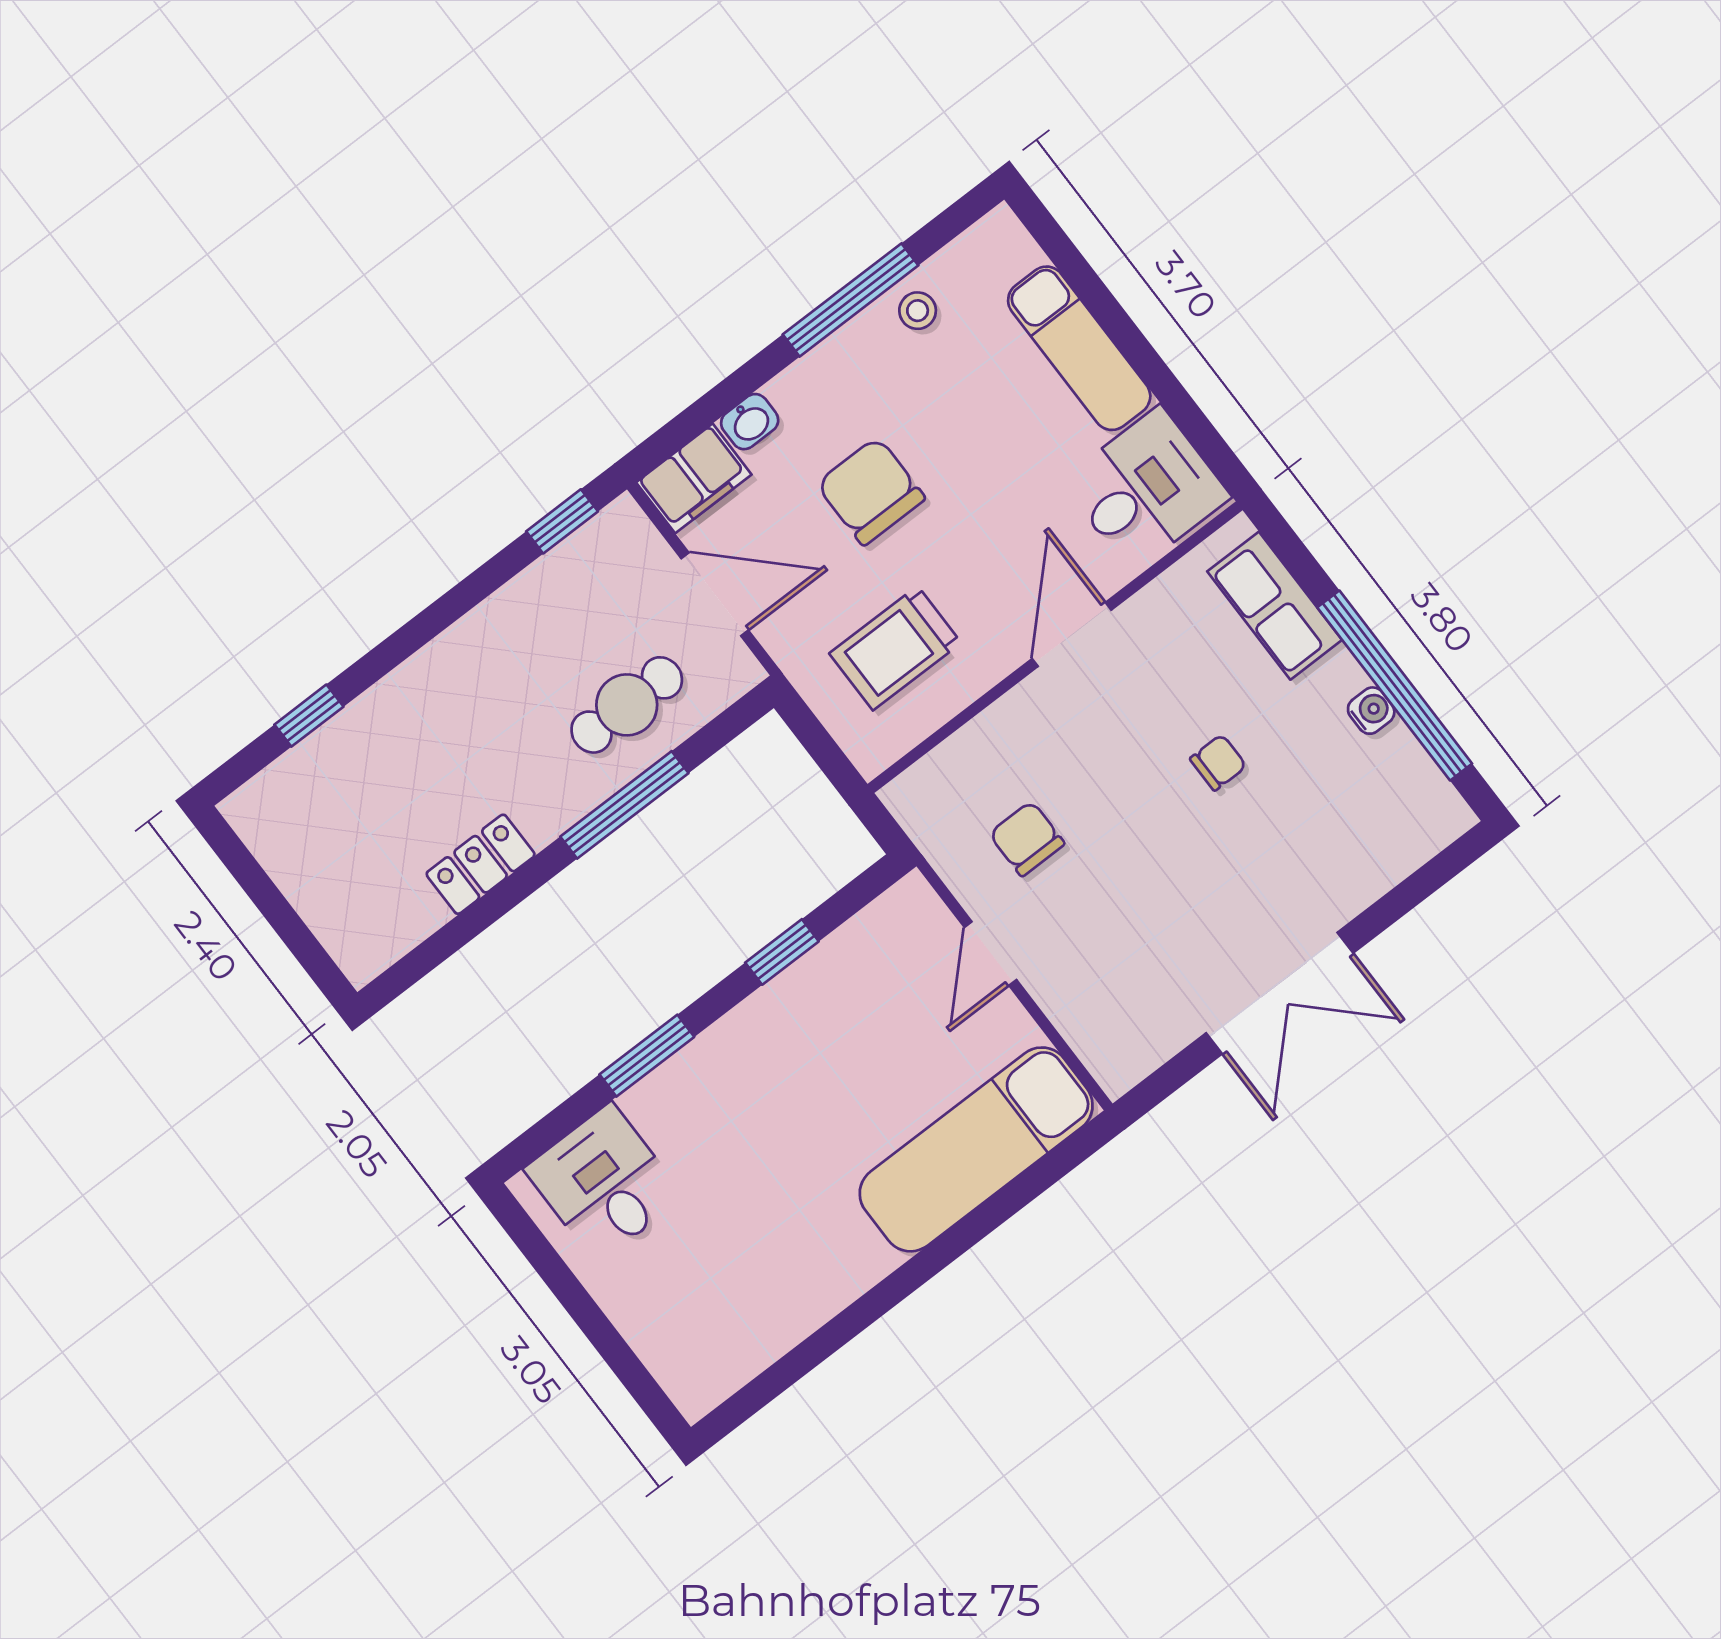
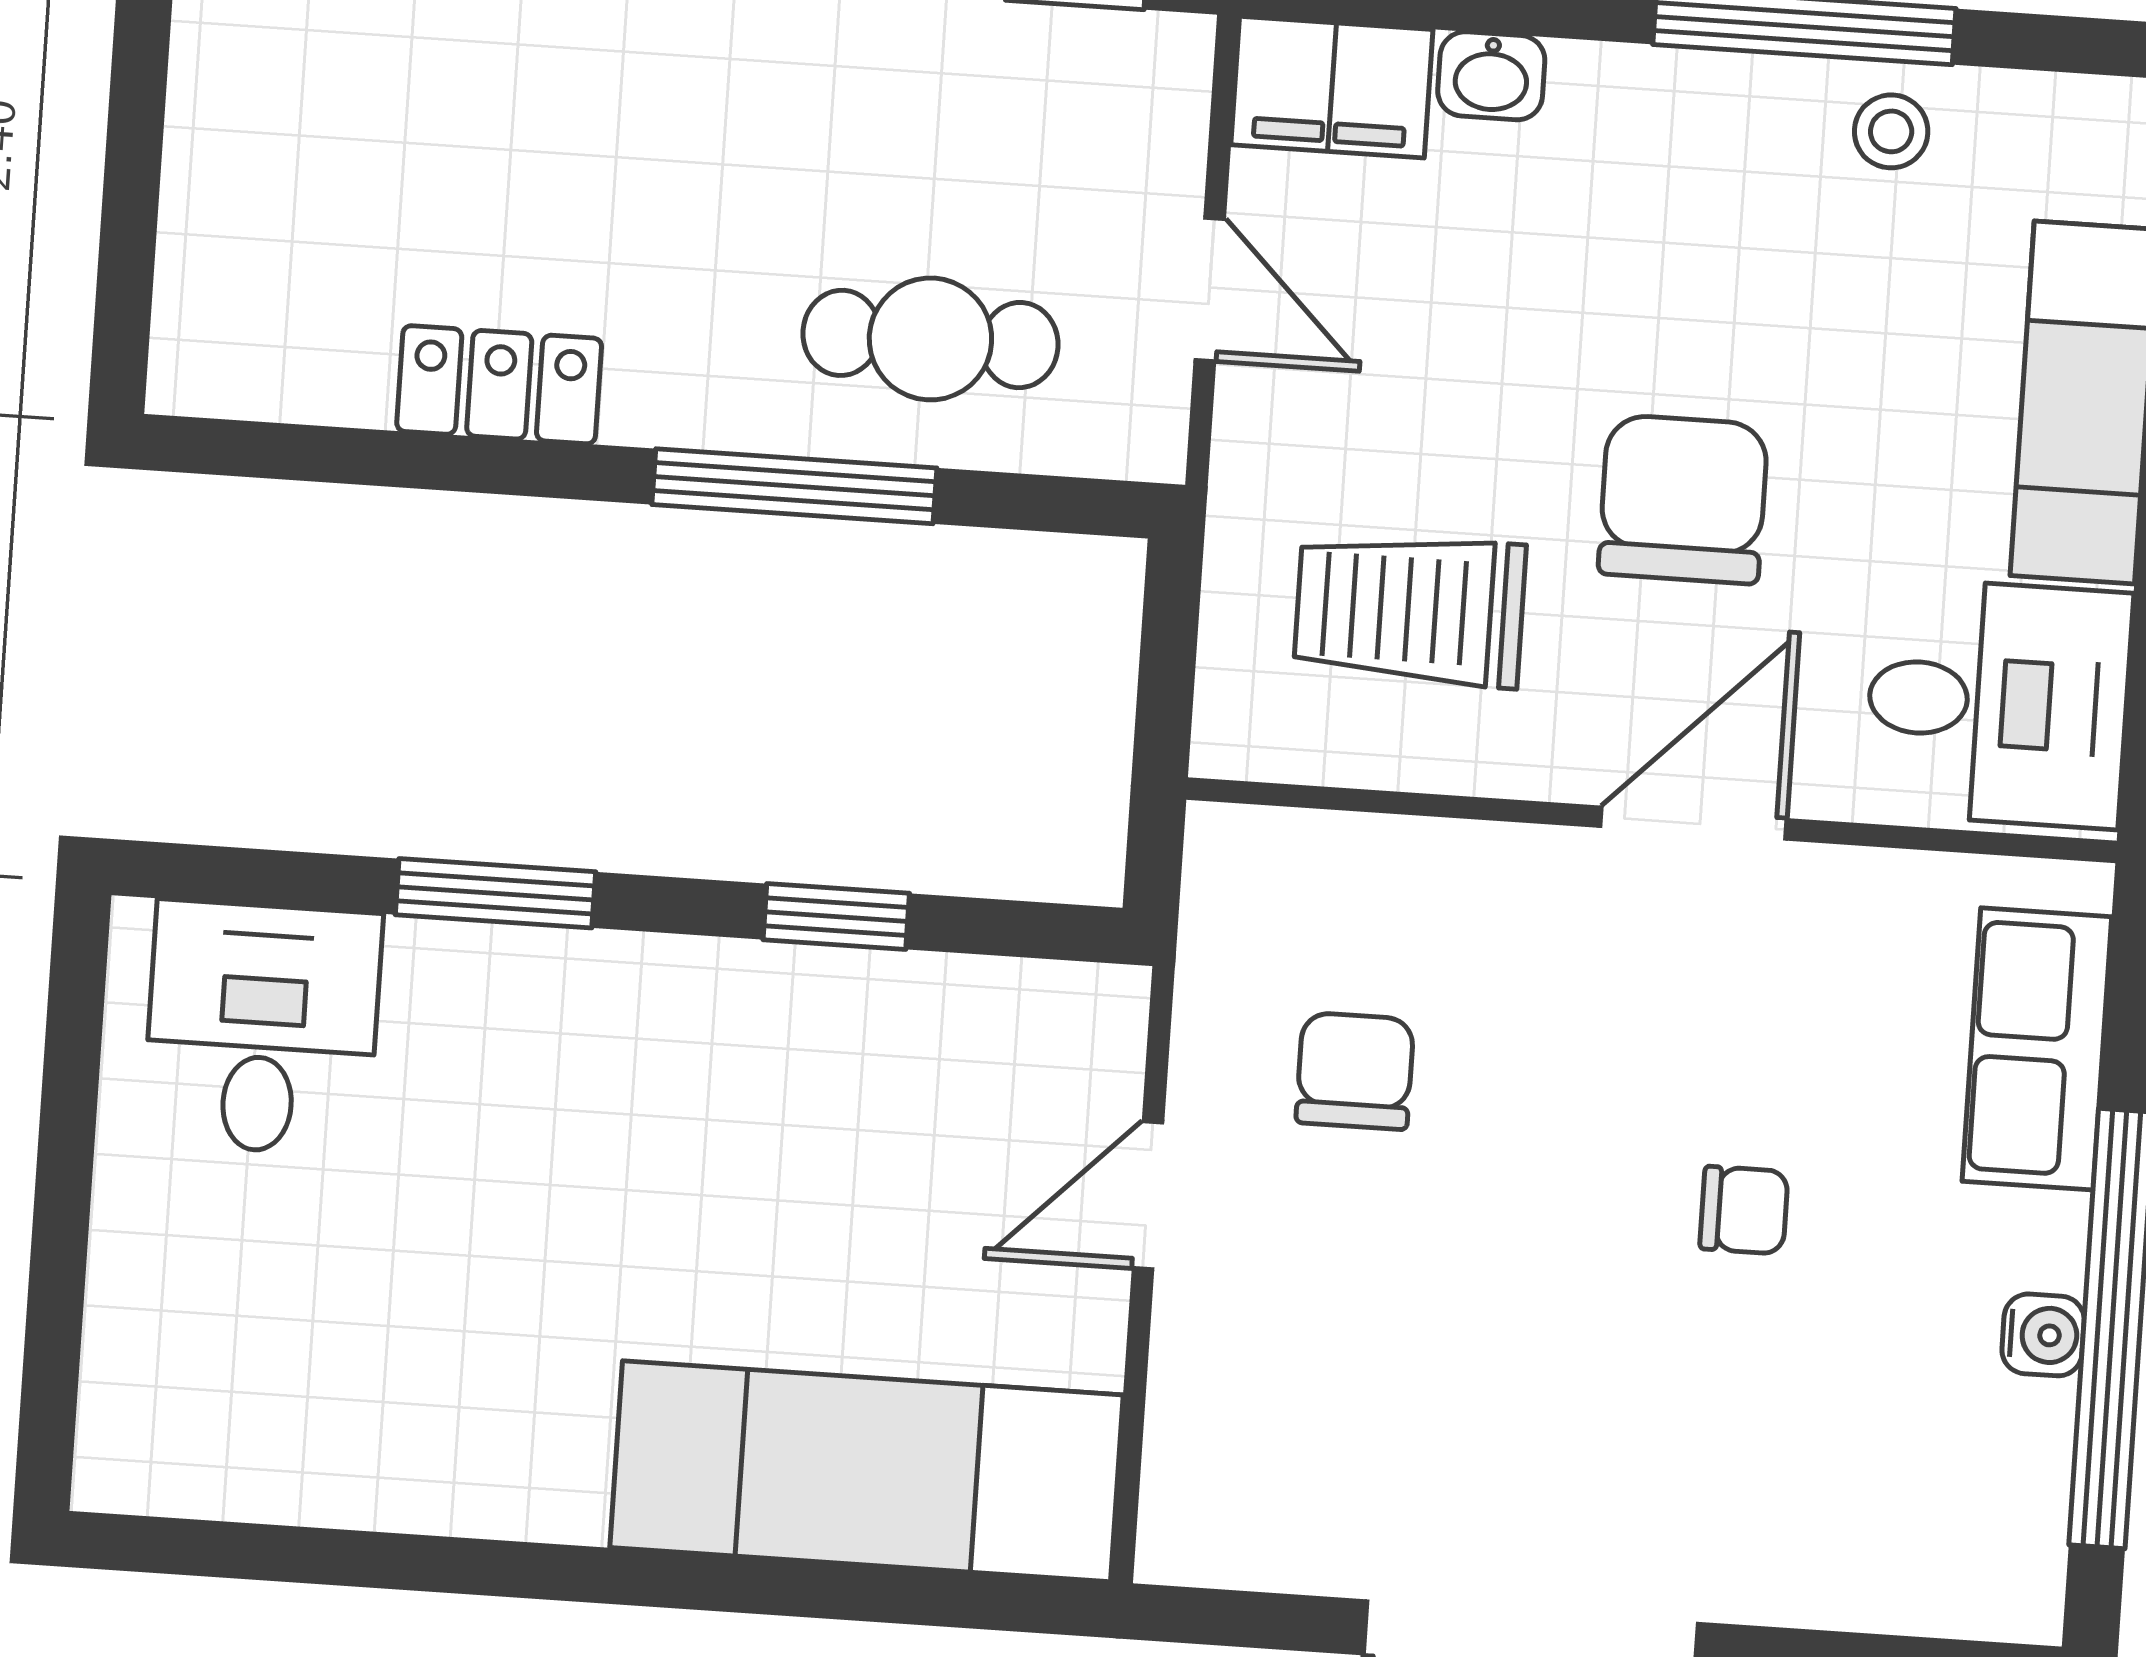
chair: (871, 491) -> (1683, 499), moved
door: (715, 594) -> (1210, 289), width x0.73

